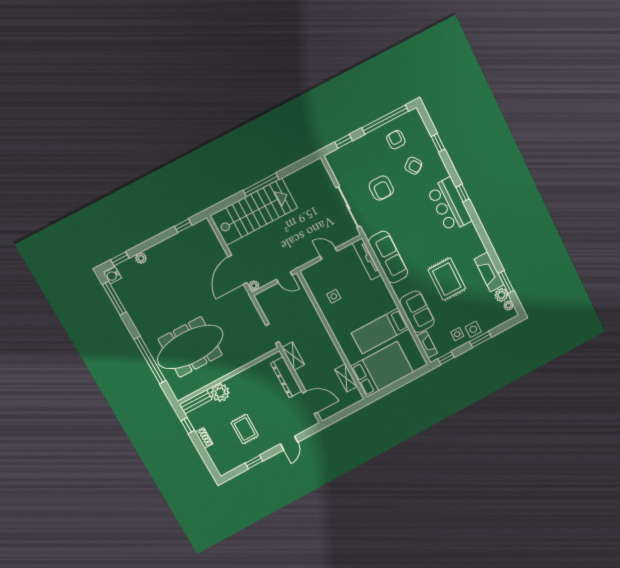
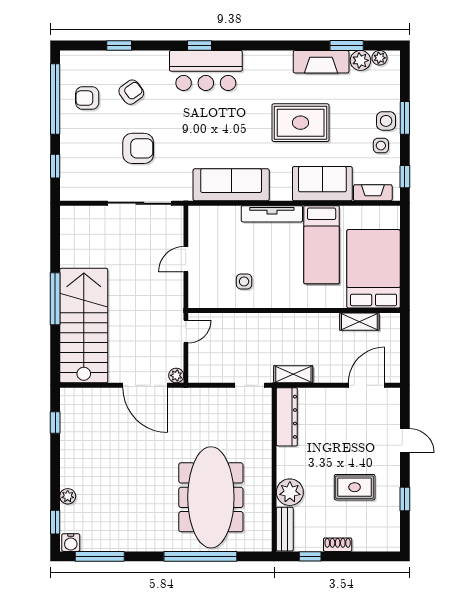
tv unit: (367, 259) -> (272, 214), moved
dresser: (286, 377) -> (287, 417), moved, turned -90

